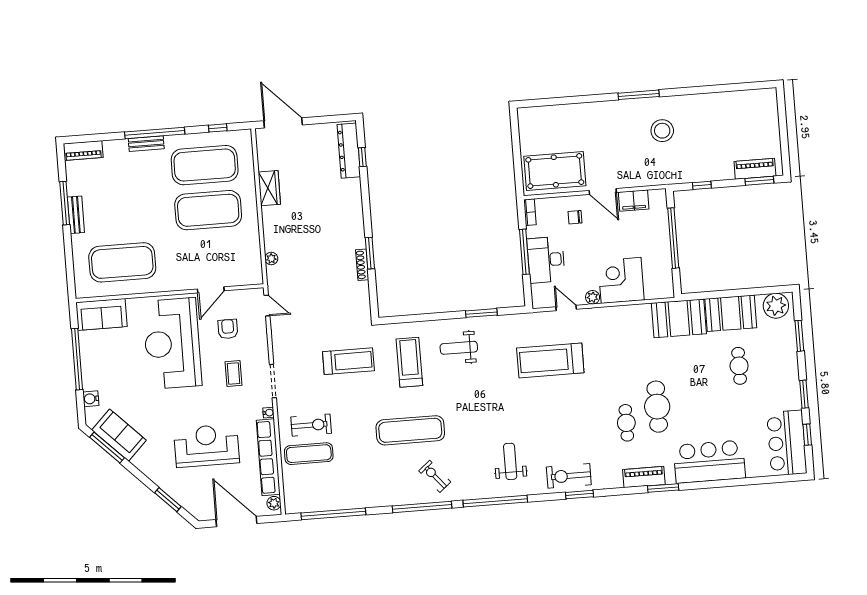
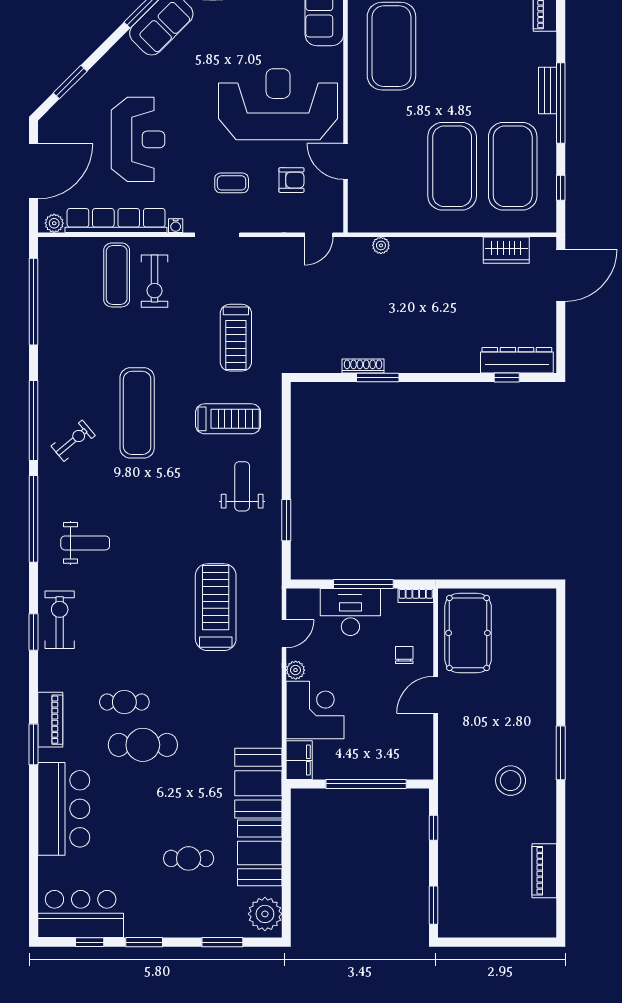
piano: (755, 169) -> (544, 871), moved, turned 180
wardrobe: (269, 188) -> (506, 250), moved
filing cabinet: (634, 200) -> (299, 760), moved, turned 180

